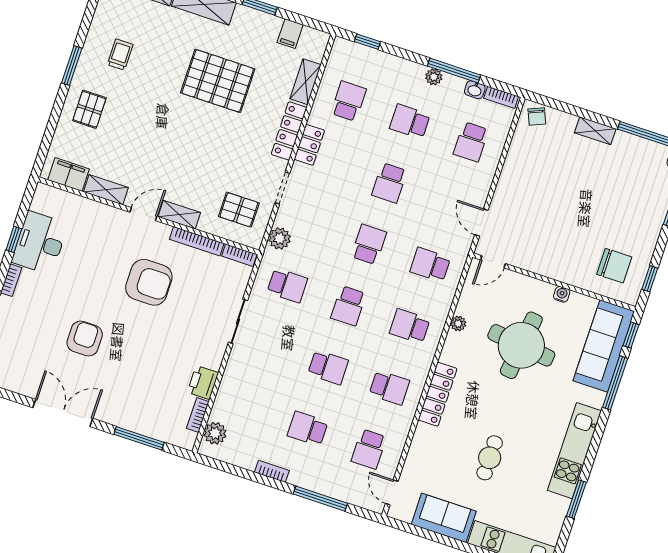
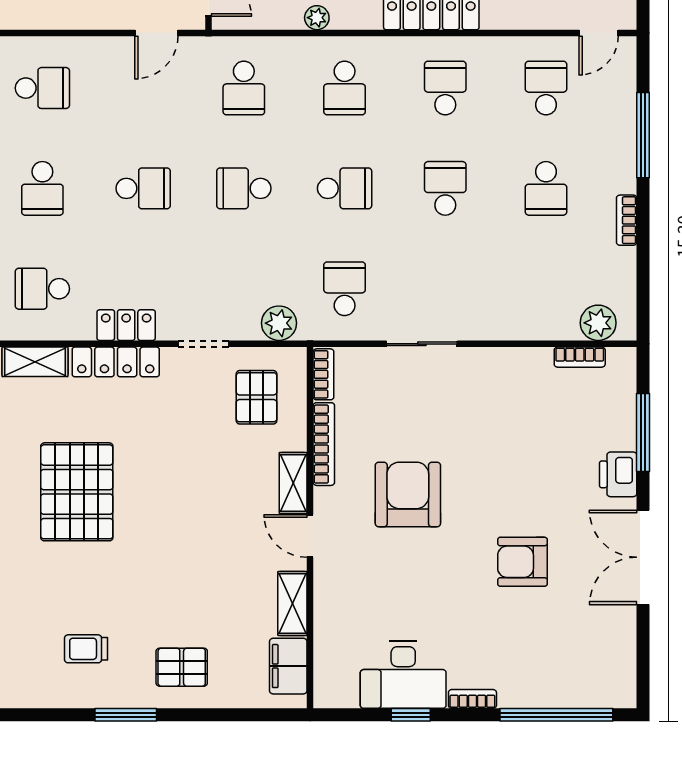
printer: (203, 383) -> (618, 474), moved, turned 90
school desk: (369, 449) -> (546, 88), turned -90

